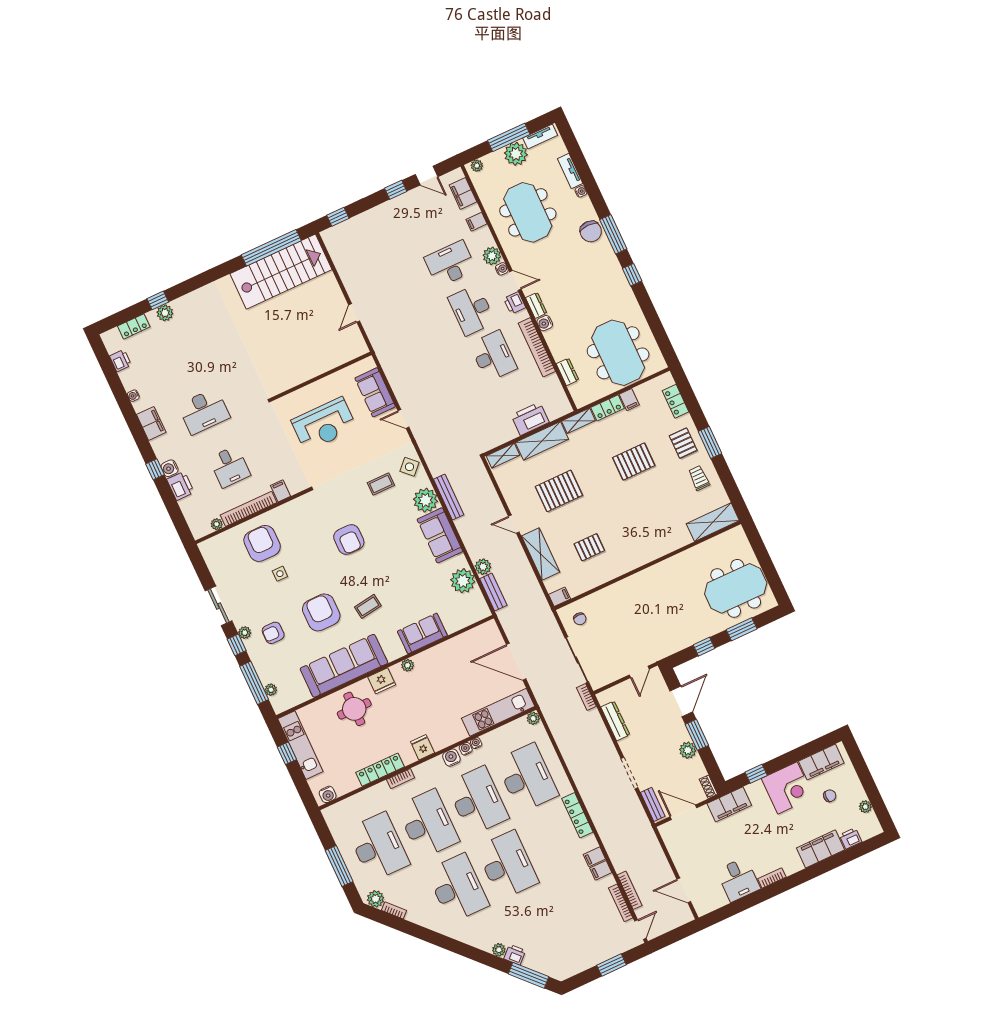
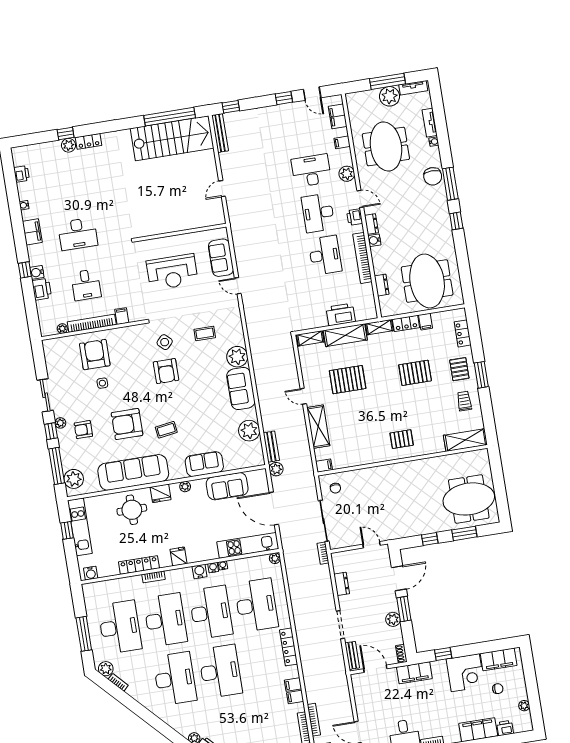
plant: (477, 166) -> (355, 97), removed
water cooler: (502, 269) -> (352, 186), removed
locker: (134, 326) -> (88, 141), moved
side table: (410, 467) -> (165, 342), moved
bench: (449, 497) -> (220, 133), moved
pallet: (589, 547) -> (402, 439), moved
plant: (483, 567) -> (276, 469), moved
armchair: (321, 612) -> (127, 424), turned -90
sofa: (456, 651) -> (227, 486), added
door: (639, 672) -> (372, 545), swing flipped
plant: (271, 690) -> (74, 479), width x1.88, depth x1.88
dresser: (615, 721) -> (342, 584), width x0.70

